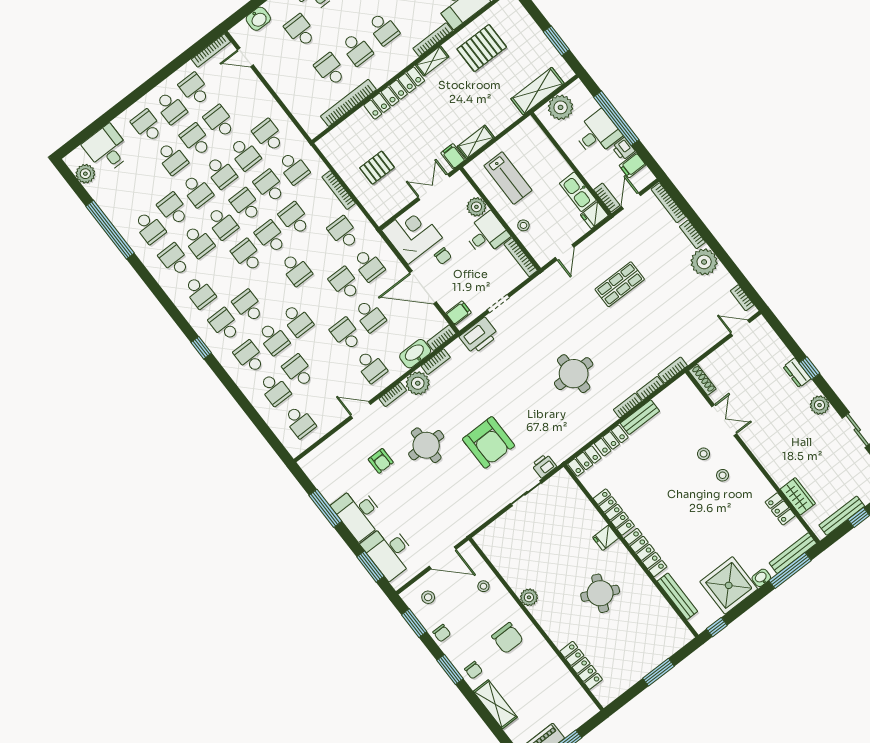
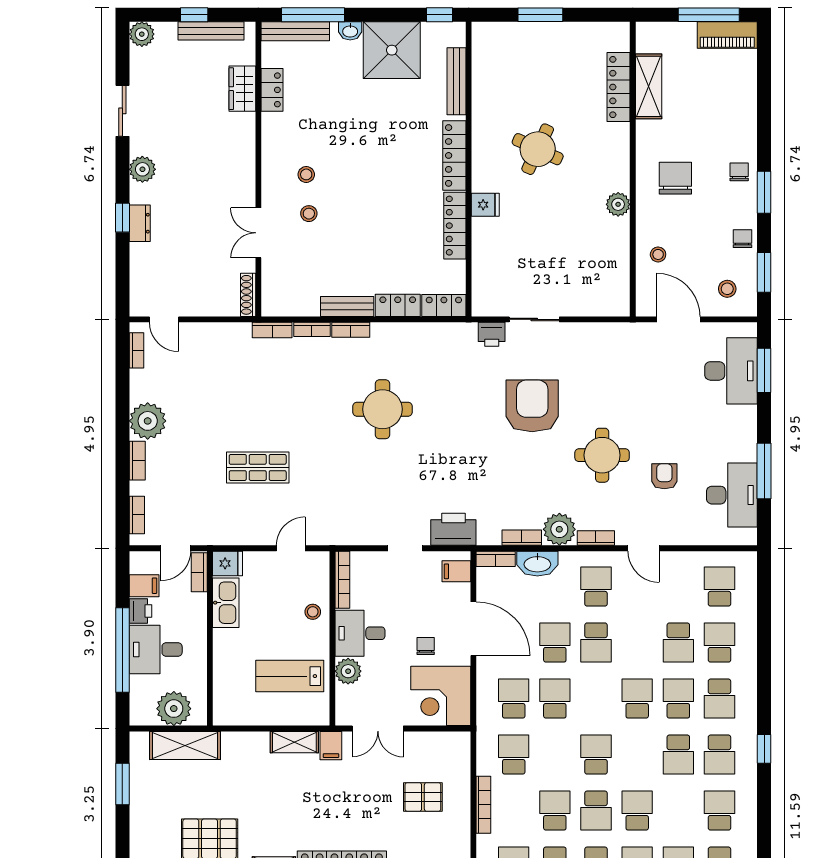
lab bench: (508, 178) -> (290, 676), turned -90
bookcase: (668, 203) -> (137, 515), width x0.64
school desk: (295, 219) -> (555, 811), turned 180
school desk: (343, 233) -> (514, 755), turned 180
school desk: (247, 255) -> (637, 811), turned 180
school desk: (345, 283) -> (555, 699), turned 180
desk: (359, 513) -> (732, 495), moved
shelving: (495, 704) -> (649, 86), moved

